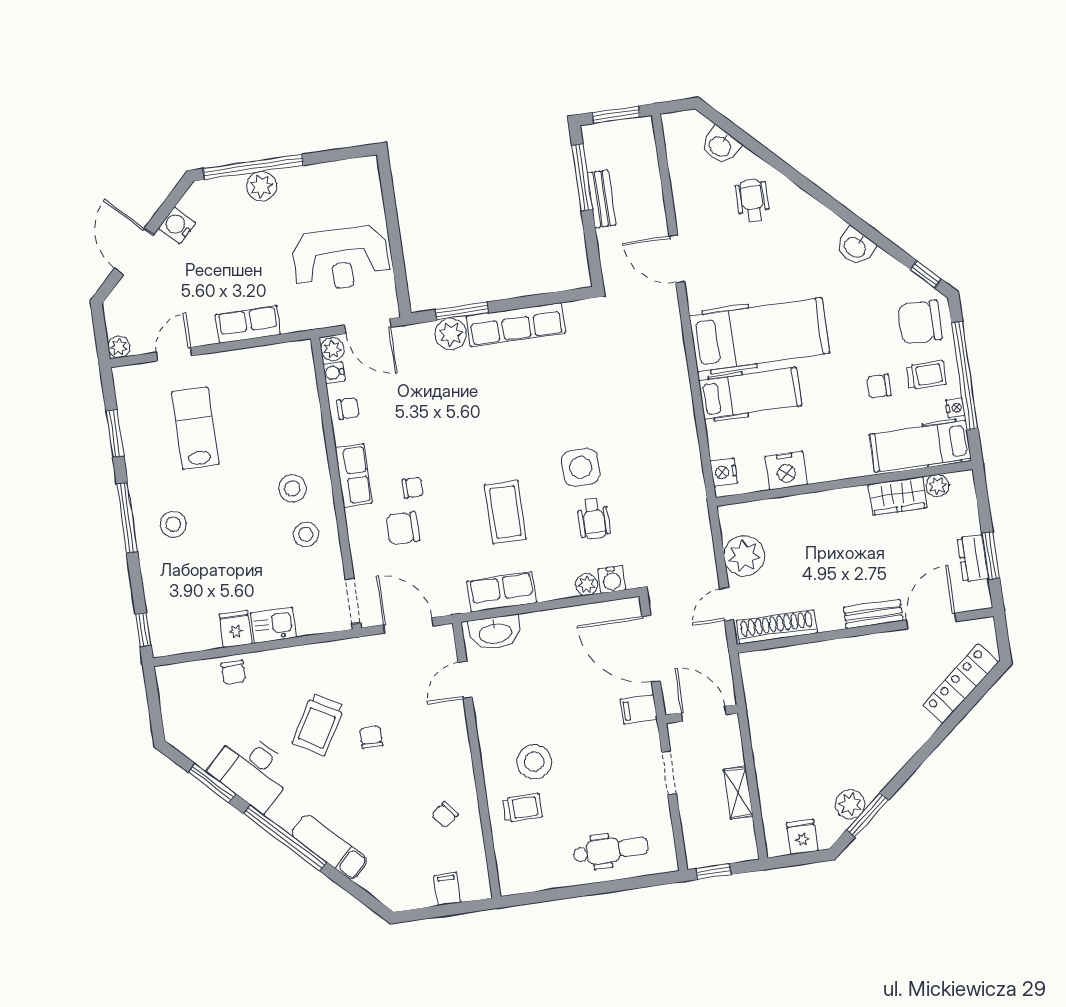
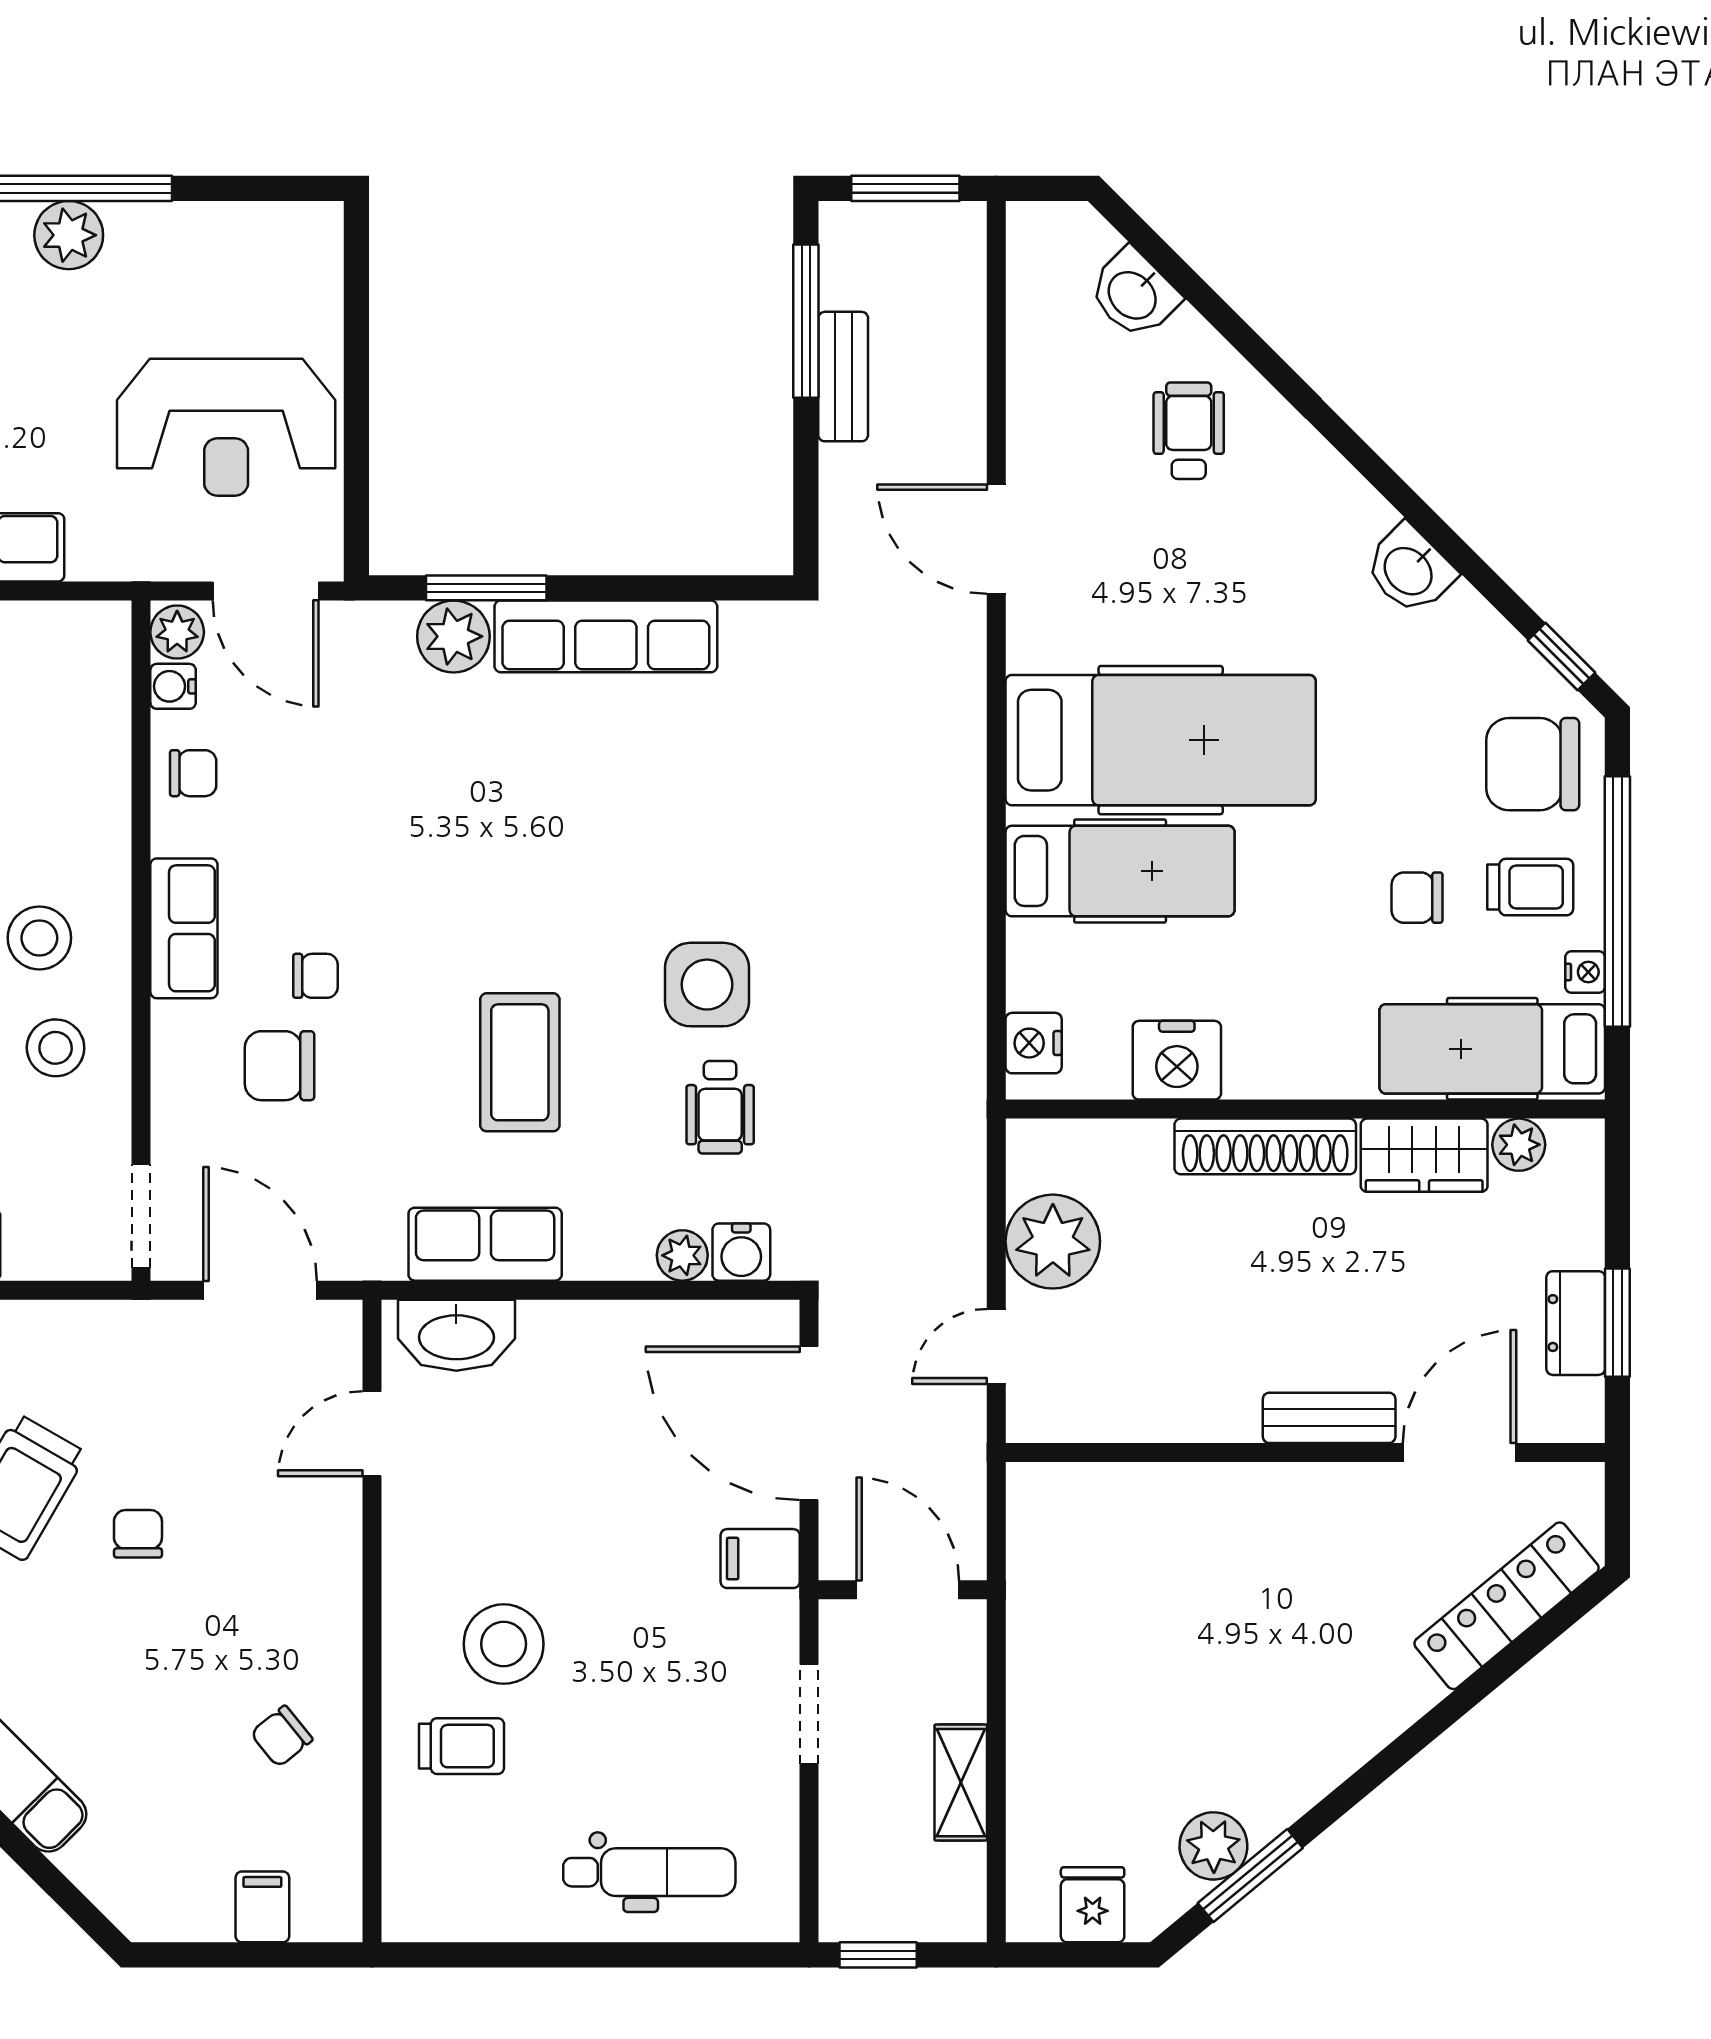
shoe rack: (777, 627) -> (1265, 1146), moved, turned 180

